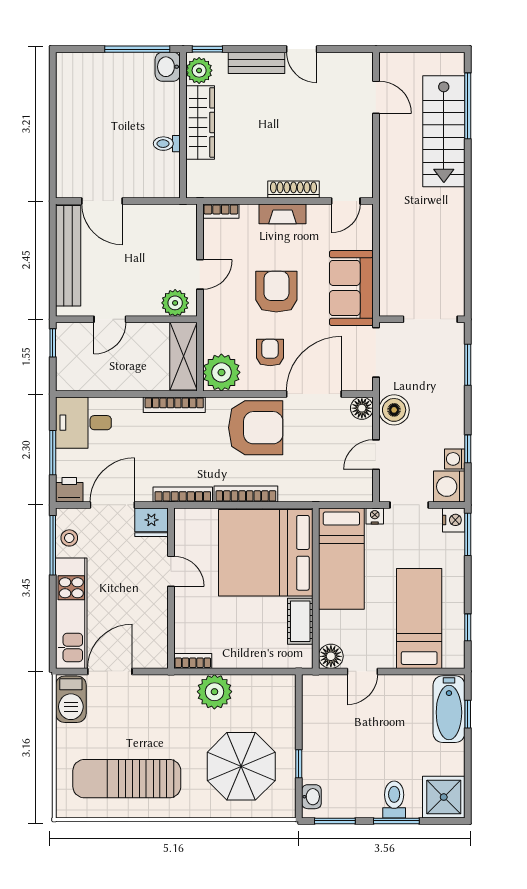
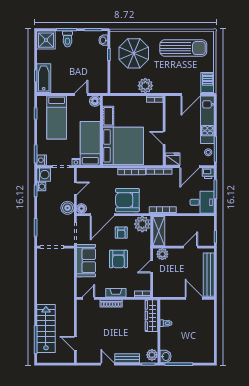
wardrobe: (200, 122) -> (151, 316), moved

